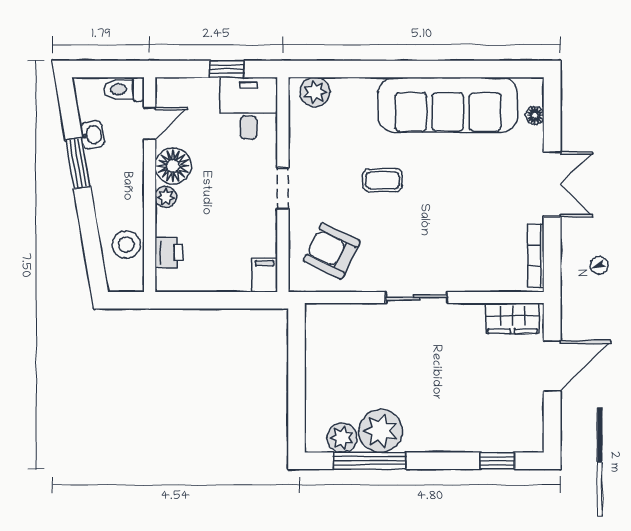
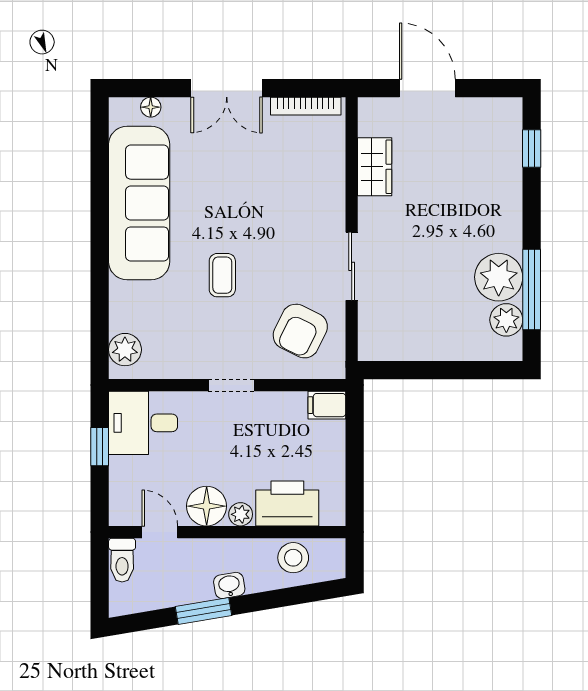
washbasin: (92, 135) -> (229, 585), moved
double door: (552, 184) -> (227, 88), swing flipped
printer: (169, 252) -> (287, 503), width x1.87, depth x1.48
sliding door: (417, 298) -> (352, 266), moved
wardrobe: (512, 318) -> (375, 167), moved

